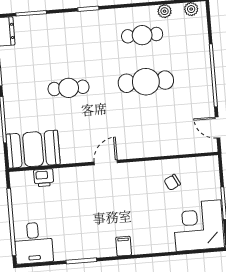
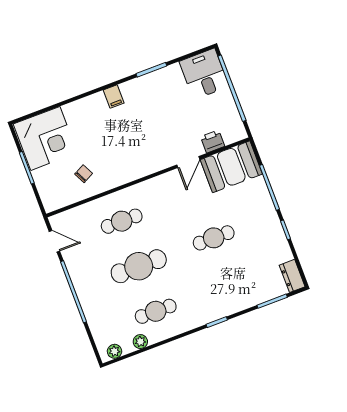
cafe table: (150, 128) -> (122, 221), added
door: (106, 162) -> (188, 162), moved

